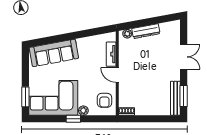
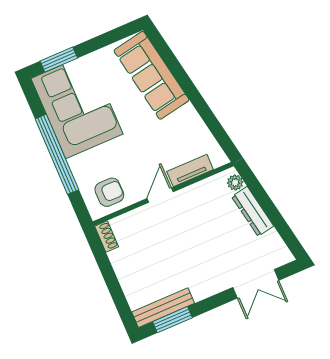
double door: (184, 57) -> (256, 284), moved
armchair: (104, 100) -> (109, 192), turned 180
plant: (83, 111) -> (78, 165), removed
window: (73, 119) -> (57, 154), width x3.17

